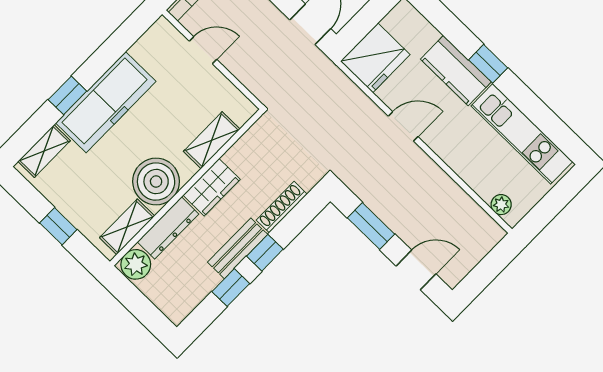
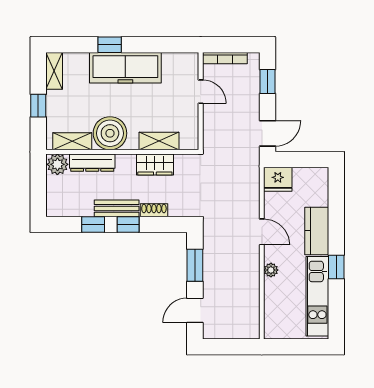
fridge: (375, 58) -> (278, 179), width x0.73, depth x0.75
window: (488, 64) -> (336, 267), moved
shelving: (44, 151) -> (54, 71), moved, turned 90
wardrobe: (212, 187) -> (155, 164), moved
plant: (501, 205) -> (271, 270), moved
shoe rack: (282, 207) -> (154, 210), width x0.70
door: (416, 270) -> (195, 310), swing flipped

